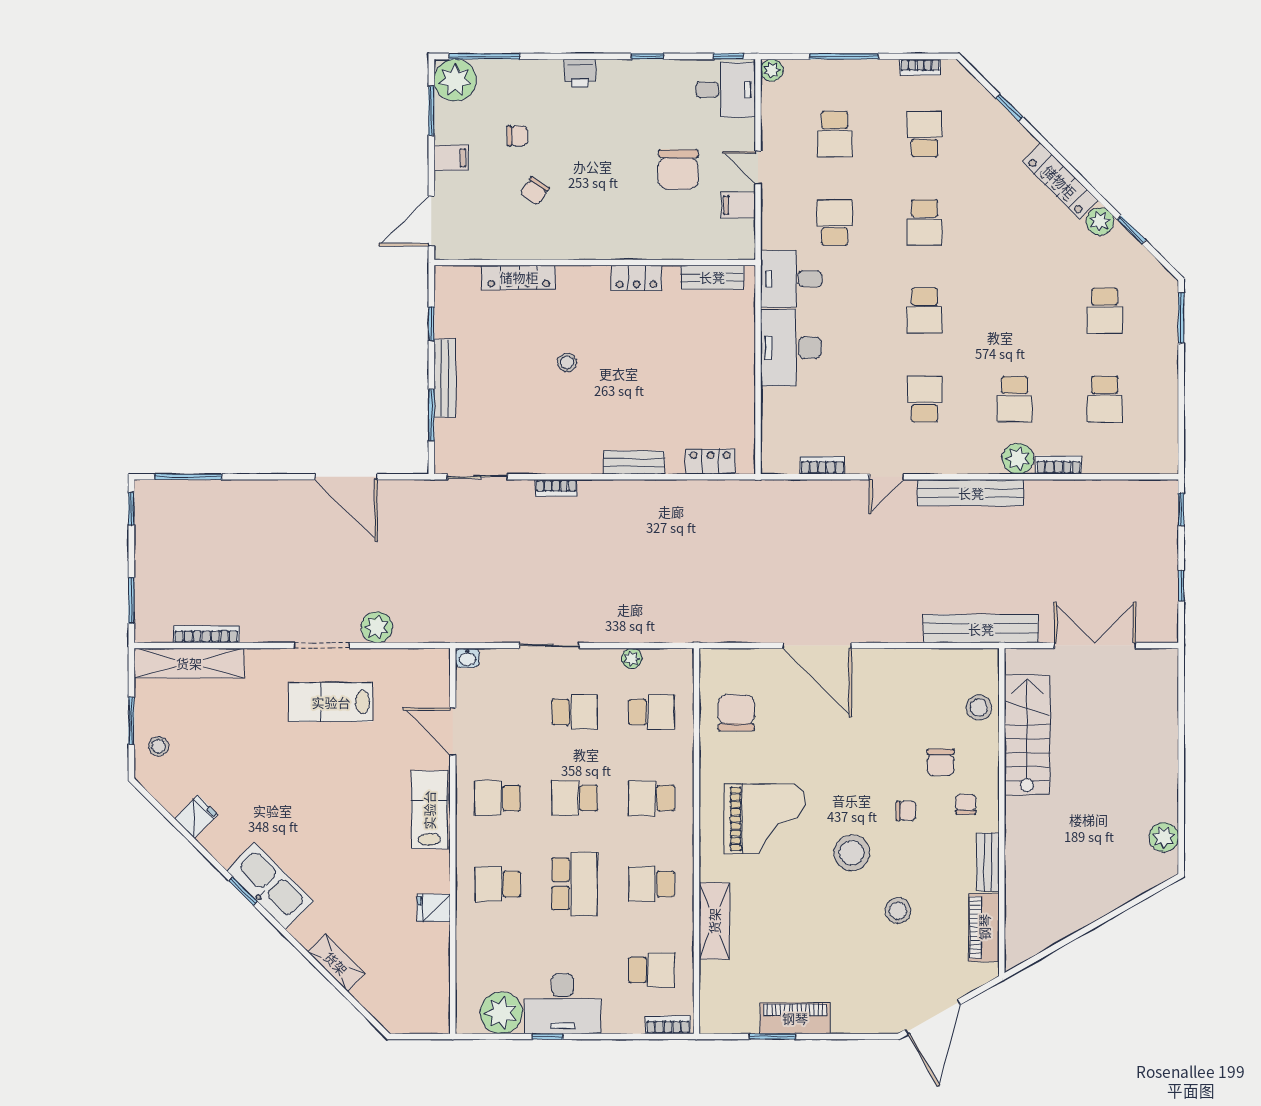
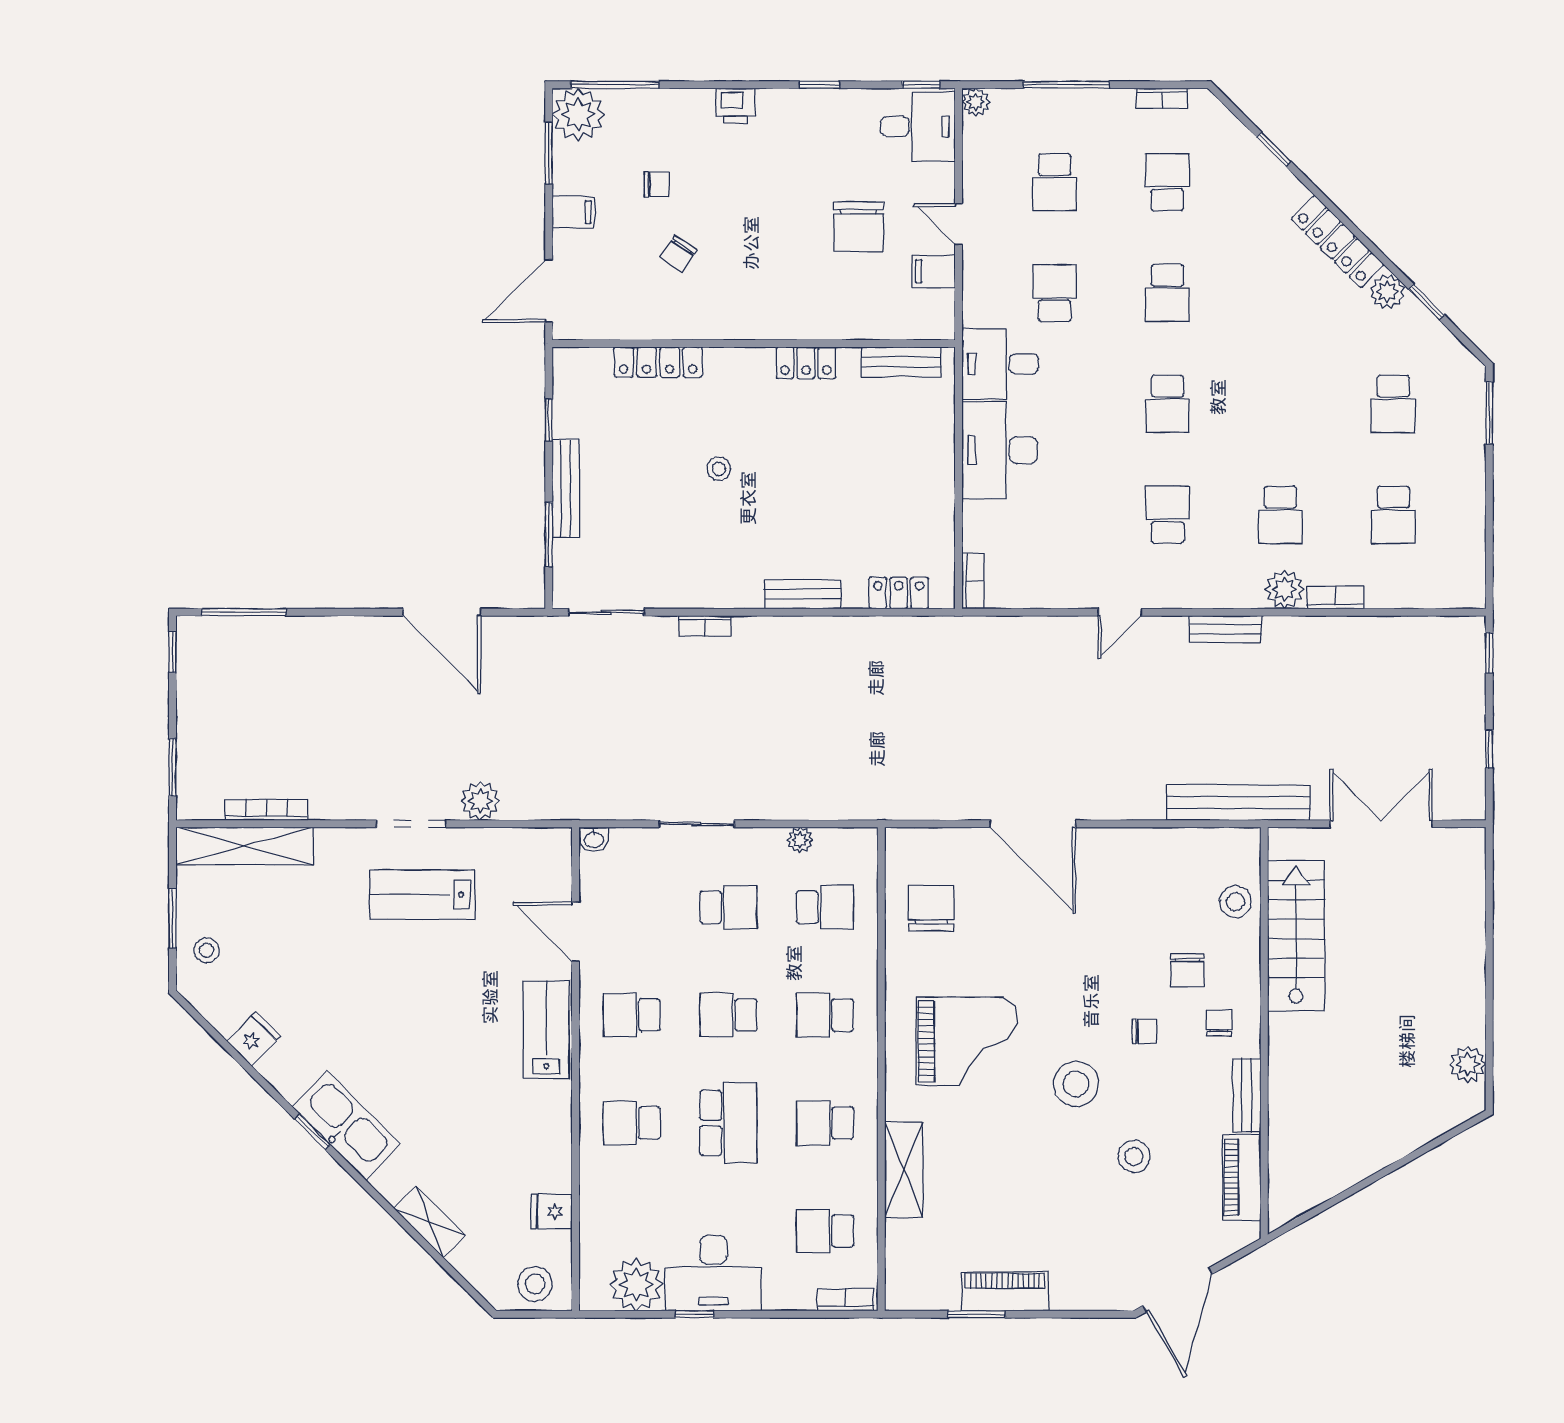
bookcase: (822, 465) -> (973, 581), moved, turned 90
bench: (971, 493) -> (1225, 629), width x0.54, depth x0.82
fridge: (434, 908) -> (552, 1212), moved
school desk: (652, 970) -> (825, 1231), turned 180
stool: (421, 1012) -> (535, 1284), added

